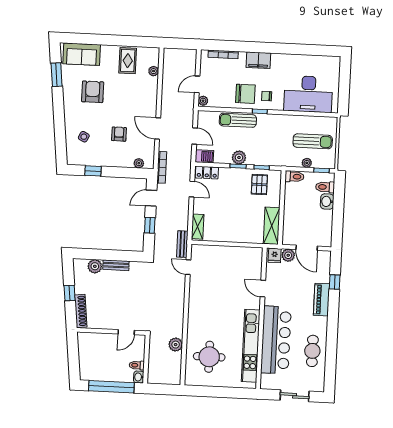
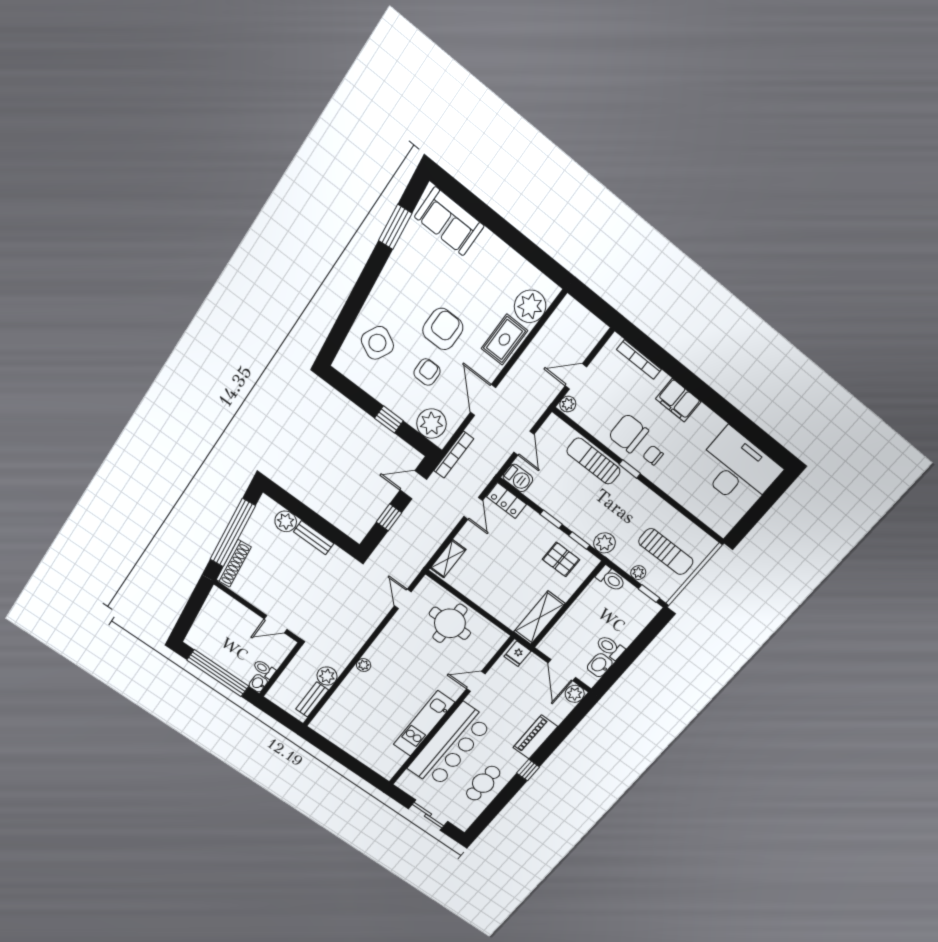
rug: (128, 61) -> (504, 340), moved
plant: (154, 71) -> (530, 306), width x1.88, depth x1.88
armchair: (93, 92) -> (443, 329), moved
chair: (245, 94) -> (628, 433), turned 180
desk: (308, 94) -> (737, 469), moved, turned 180
side table: (84, 137) -> (377, 343), width x1.87, depth x1.87
plant: (239, 157) -> (604, 543), moved
plant: (139, 163) -> (432, 424), width x1.87, depth x1.87
window: (93, 171) -> (389, 419), moved
pallet: (259, 185) -> (561, 559), turned 90
toilet: (325, 187) -> (610, 647), moved
washbasin: (327, 201) -> (600, 665), moved
bench: (182, 244) -> (312, 700), moved
plant: (288, 255) -> (575, 694), moved
window: (335, 282) -> (528, 770), moved
door: (263, 289) -> (476, 681), hinge flipped
window: (70, 293) -> (233, 533), width x3.17
plant: (192, 323) -> (364, 665), added
kitchen unit: (251, 346) -> (424, 723), width x0.73
round table: (209, 357) -> (450, 623), moved

